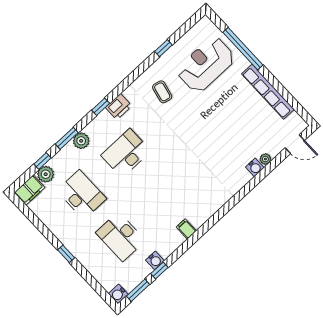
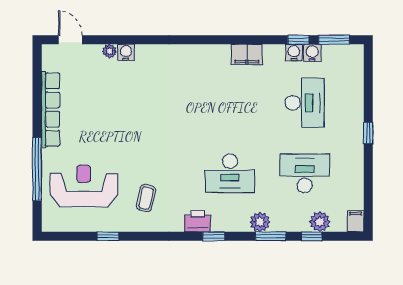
reception desk: (206, 65) -> (84, 186), turned 180
filing cabinet: (29, 190) -> (356, 221), width x0.50
desk: (81, 195) -> (305, 173), turned 90
filing cabinet: (186, 229) -> (247, 54), width x2.00
water cooler: (118, 294) -> (312, 53), moved, turned -90

